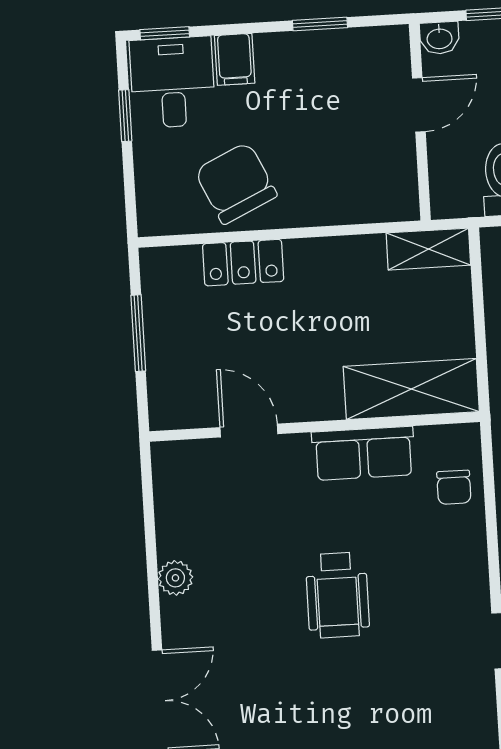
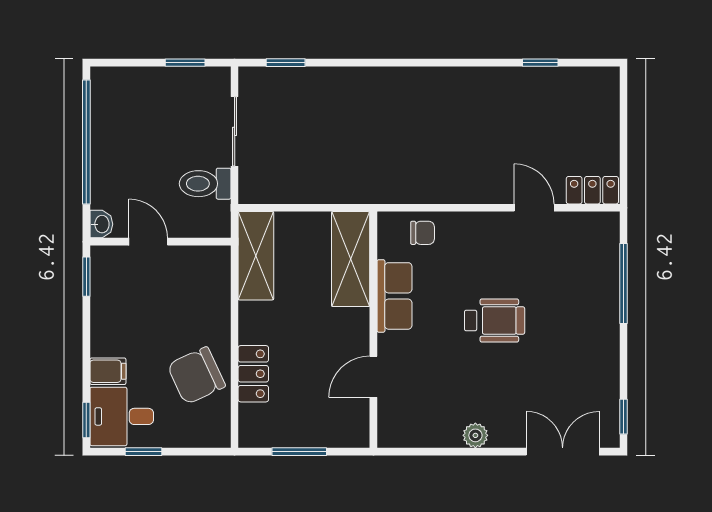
window: (320, 24) -> (86, 277), moved
shelving: (428, 249) -> (256, 256), width x1.50, depth x1.33

